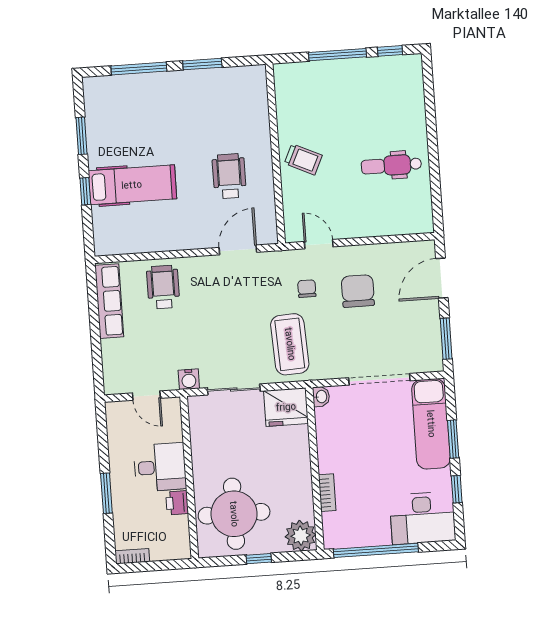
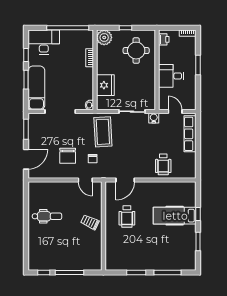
row of seats: (109, 301) -> (190, 134), moved
fridge: (286, 407) -> (105, 85), moved, turned 90
printer: (177, 503) -> (164, 39), moved
round table: (234, 514) -> (136, 51), width x0.73, depth x0.73

